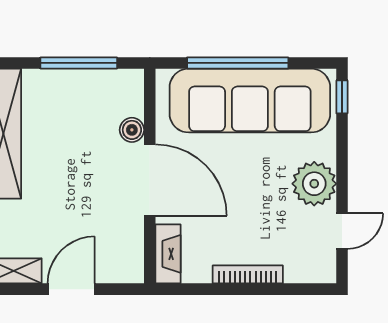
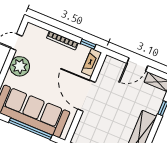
boiler: (132, 130) -> (85, 119), removed
window: (191, 289) -> (88, 44), added

